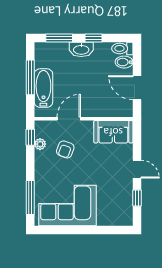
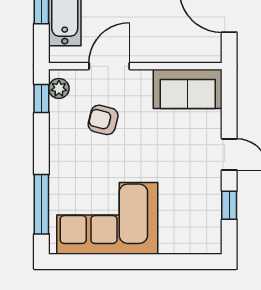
plant: (40, 144) -> (59, 88), moved
armchair: (65, 149) -> (103, 120), turned 84

